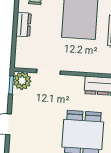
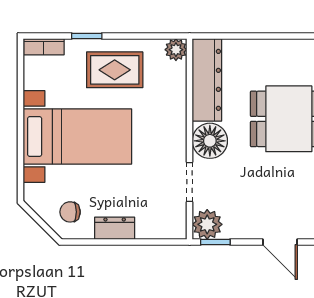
floor lamp: (73, 86) -> (210, 141), added

